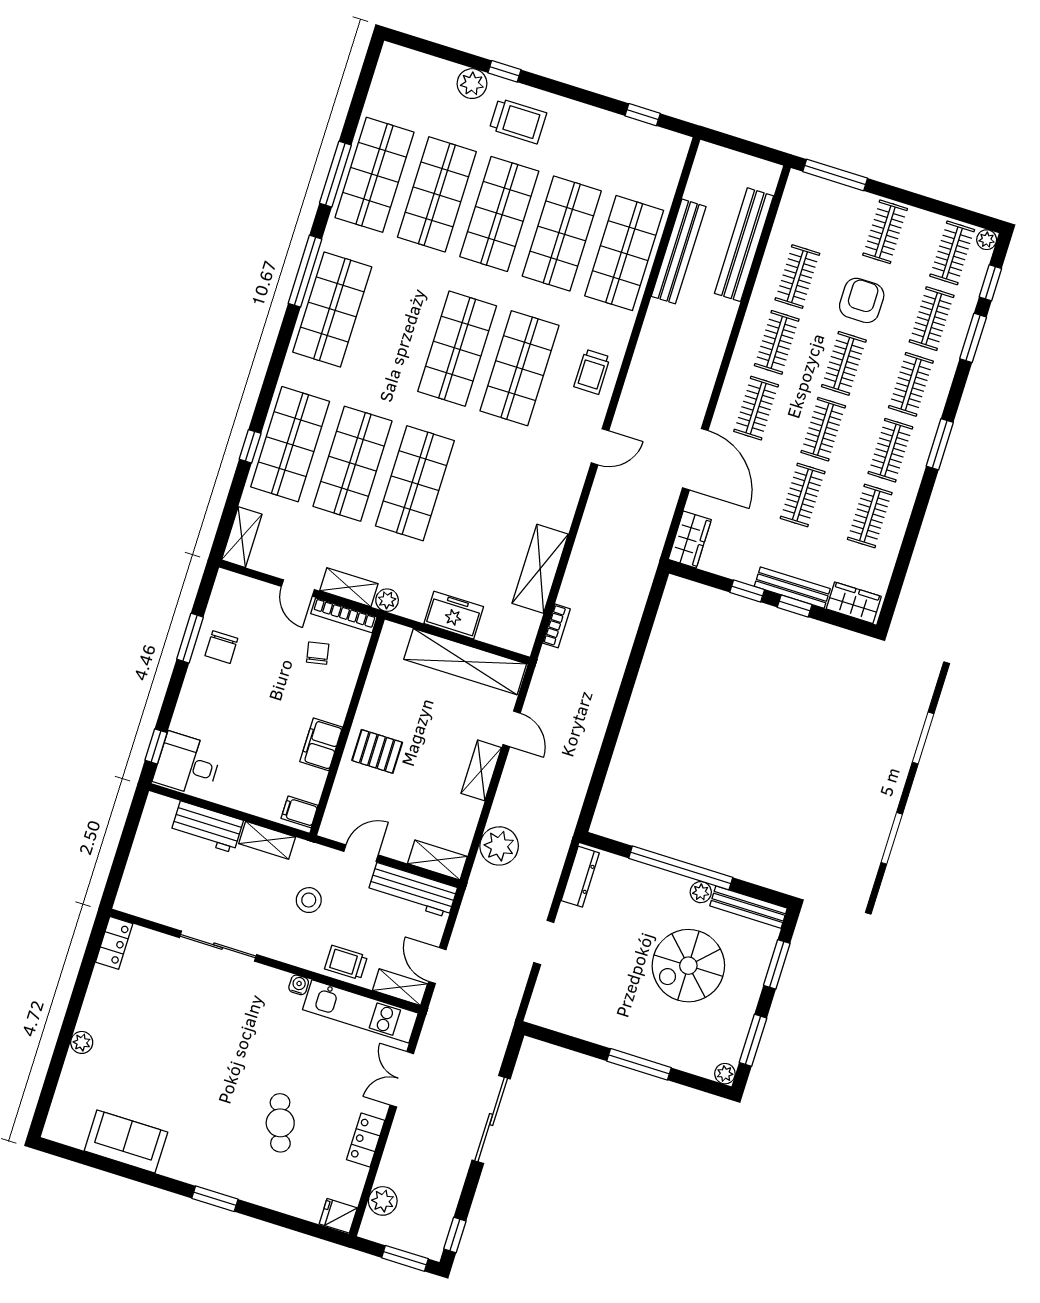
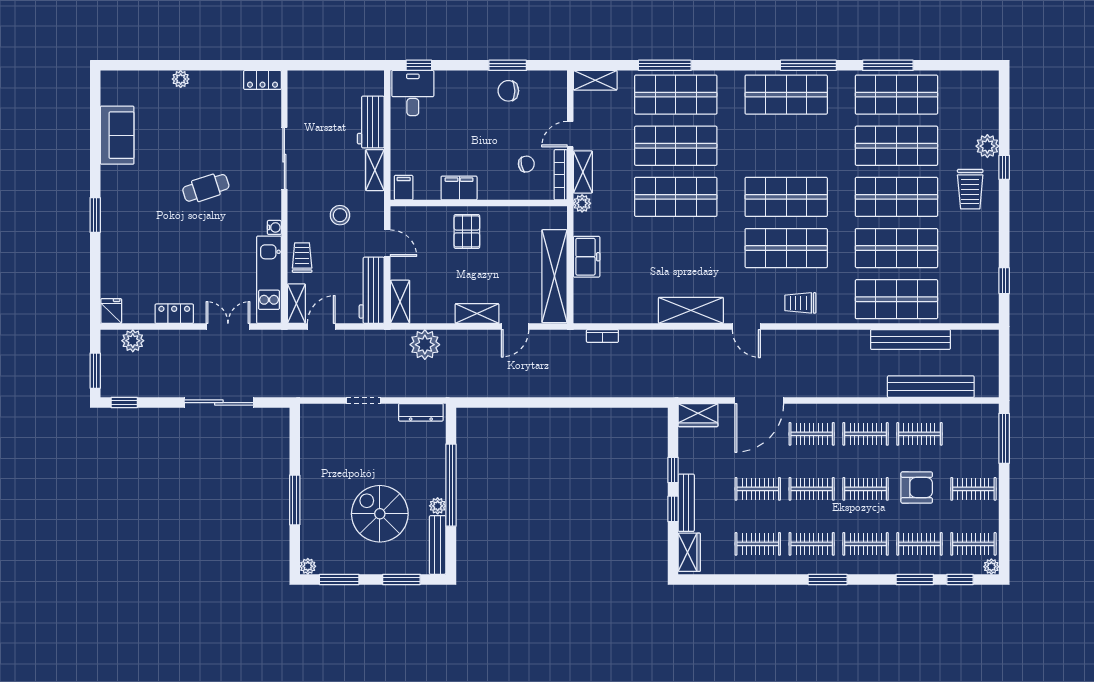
window: (250, 446) -> (665, 65), width x2.17
shelving: (540, 569) -> (691, 310), moved
cafe table: (280, 1123) -> (206, 188), moved

